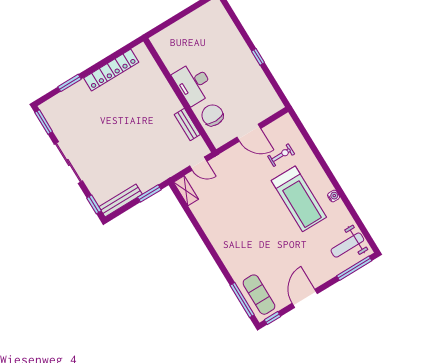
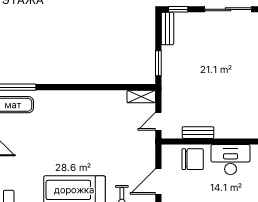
bench: (121, 200) -> (167, 28), width x0.73

